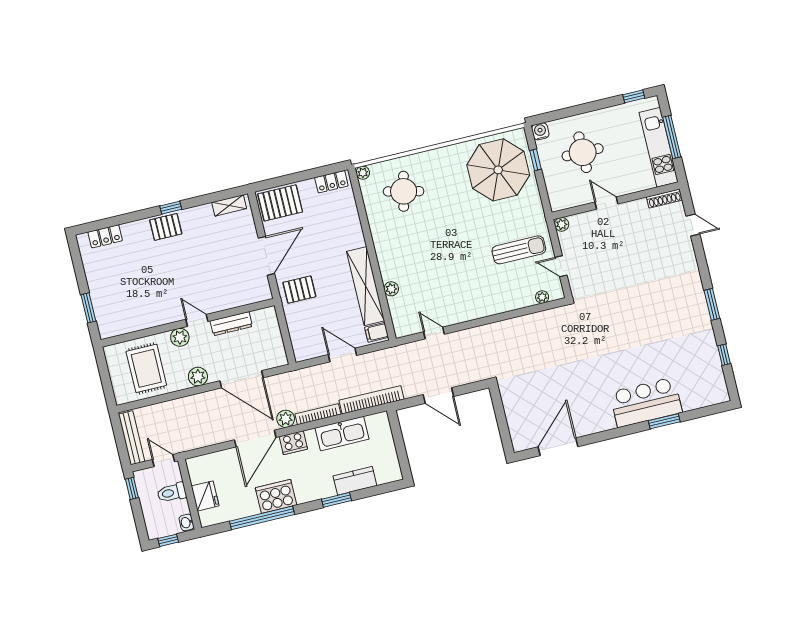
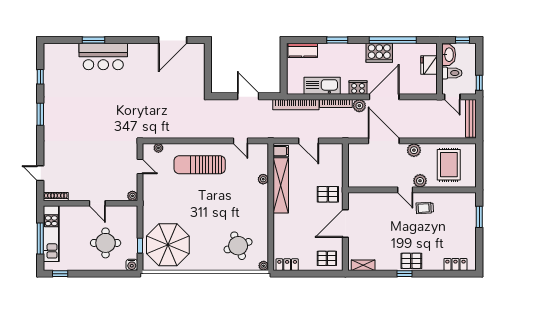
round table: (404, 191) -> (238, 246), turned -33
pallet: (280, 203) -> (327, 258), width x0.67, depth x0.71
sun lounger: (519, 250) -> (200, 165), moved, width x1.36, depth x1.34
trolley: (165, 302) -> (425, 208), added
dresser: (231, 324) -> (382, 182), removed
kitchen counter: (355, 481) -> (303, 50), moved
washbasin: (186, 522) -> (449, 55), width x1.91, depth x1.45

